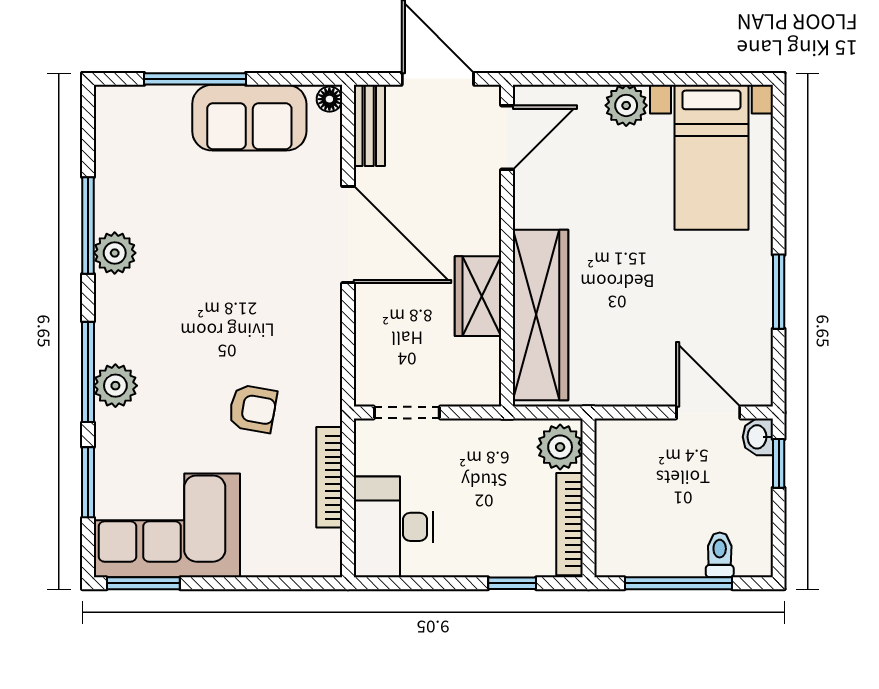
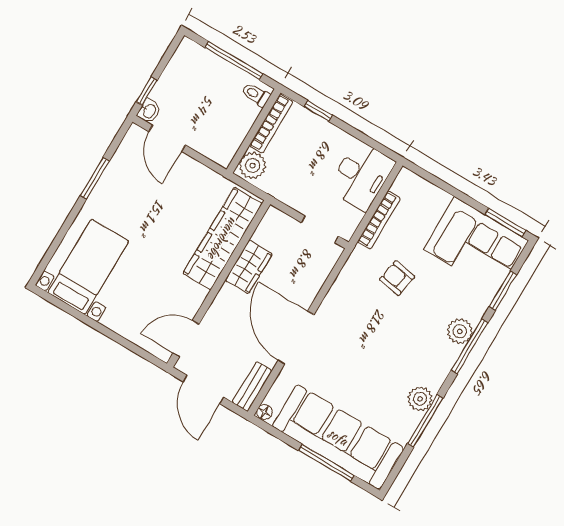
plant: (626, 105) -> (116, 319), removed
sofa: (249, 118) -> (338, 437), width x1.85, depth x1.27
toilet: (720, 555) -> (256, 95), moved, turned 90

